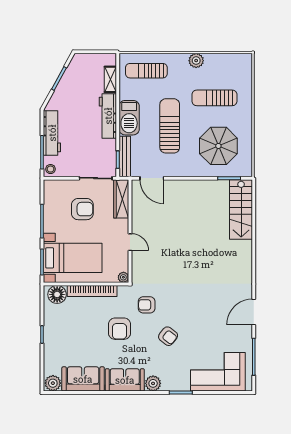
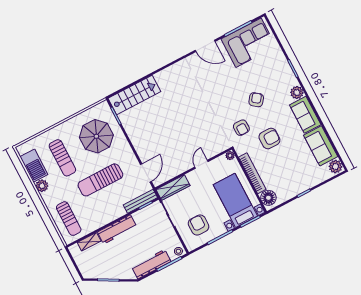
barbecue: (129, 118) -> (34, 166), moved, turned 90
armchair: (82, 209) -> (199, 225), moved
corner sofa: (218, 372) -> (248, 43), moved, turned -90

